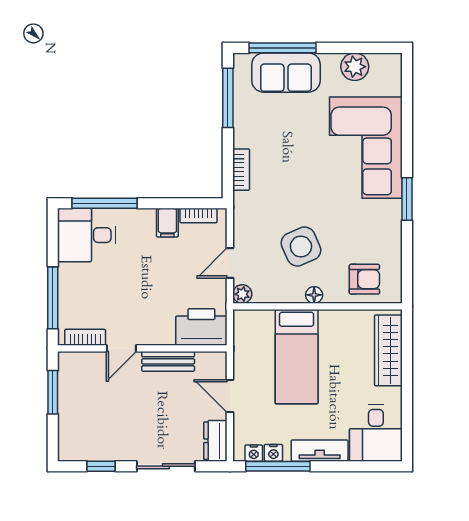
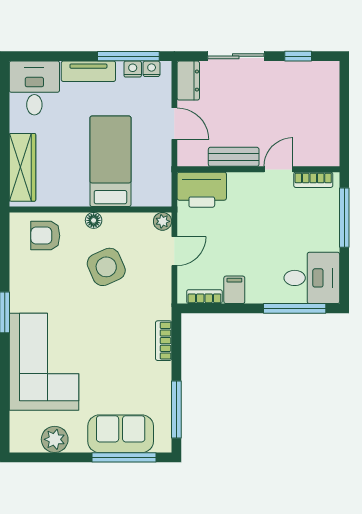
window: (53, 392) -> (344, 127), removed

